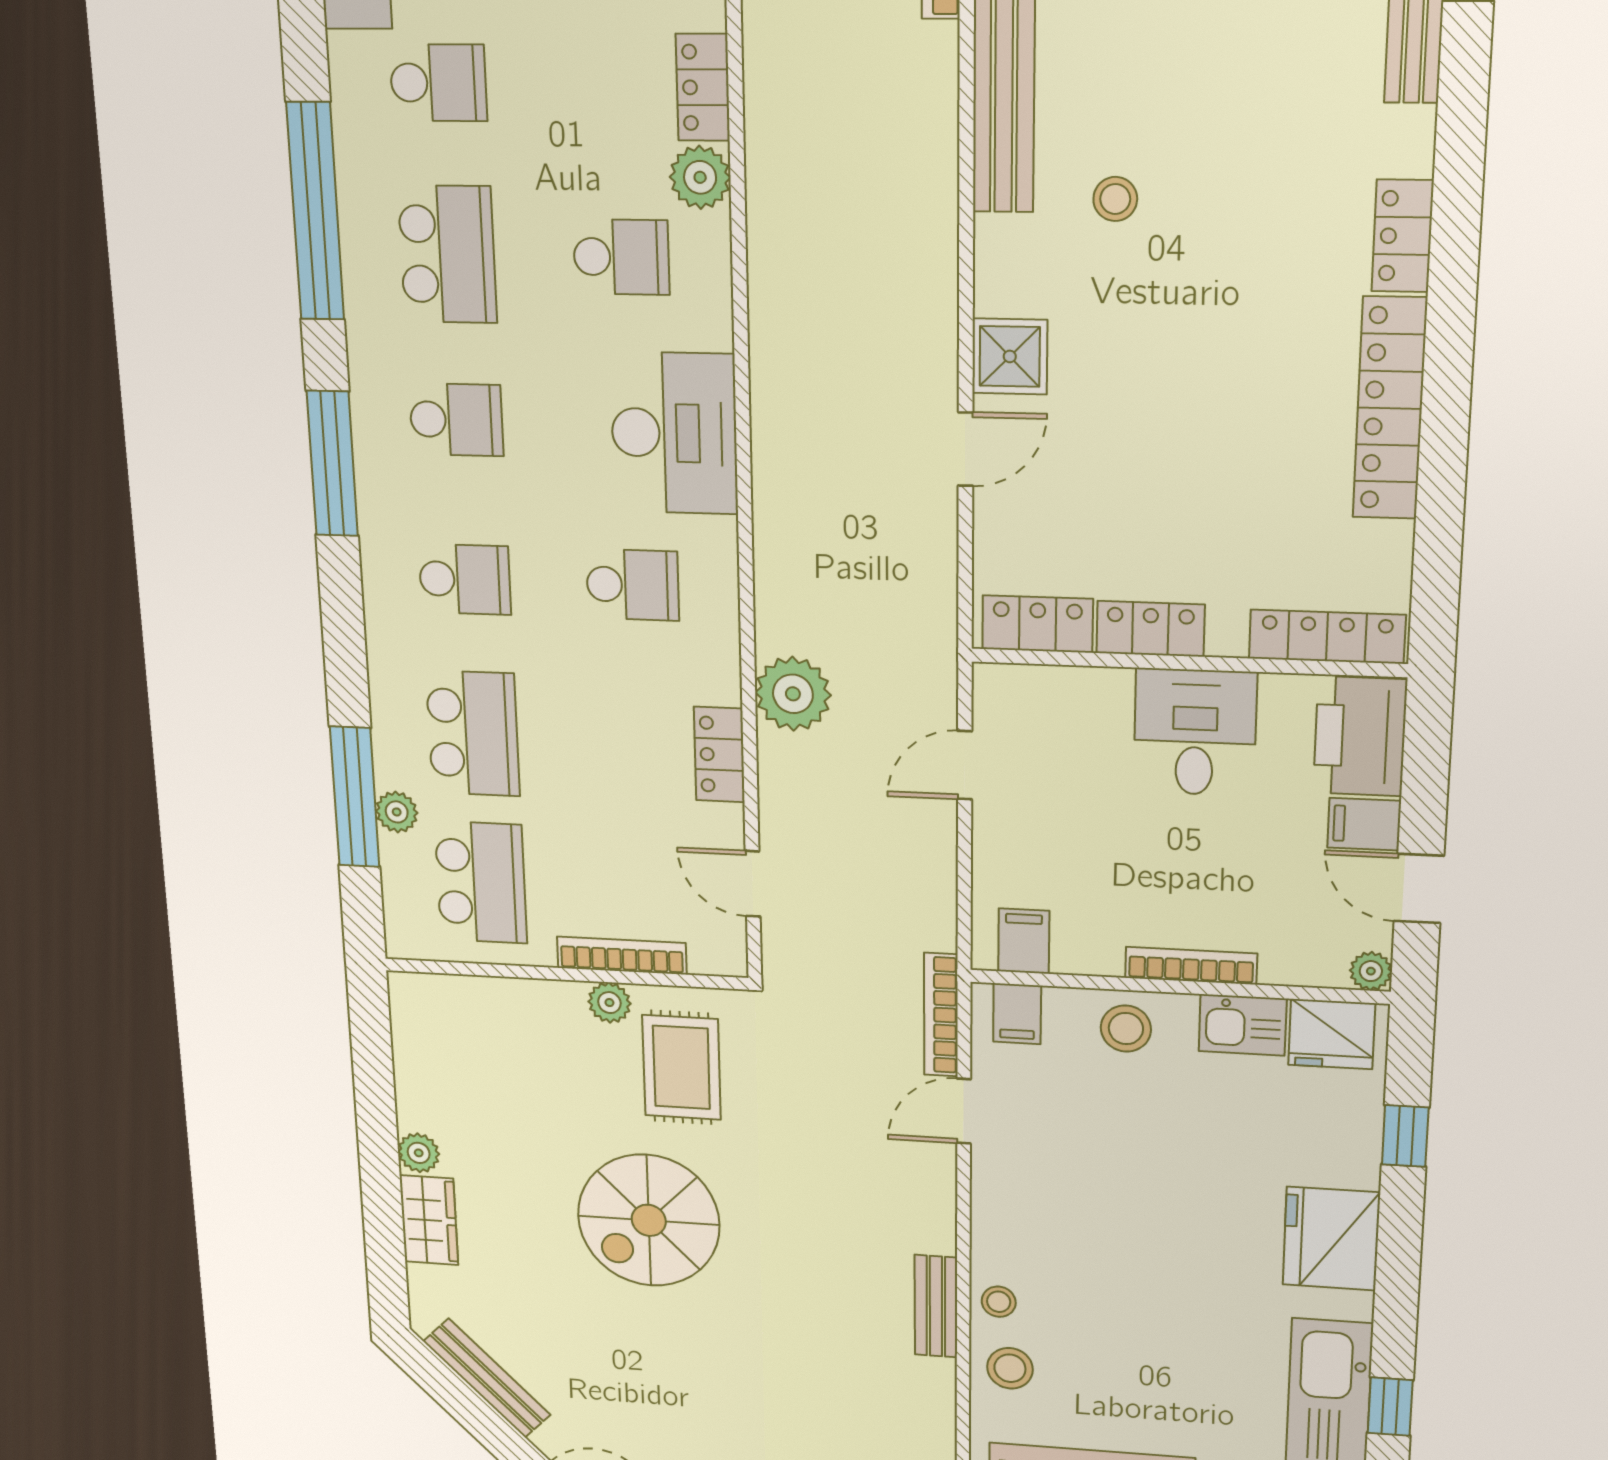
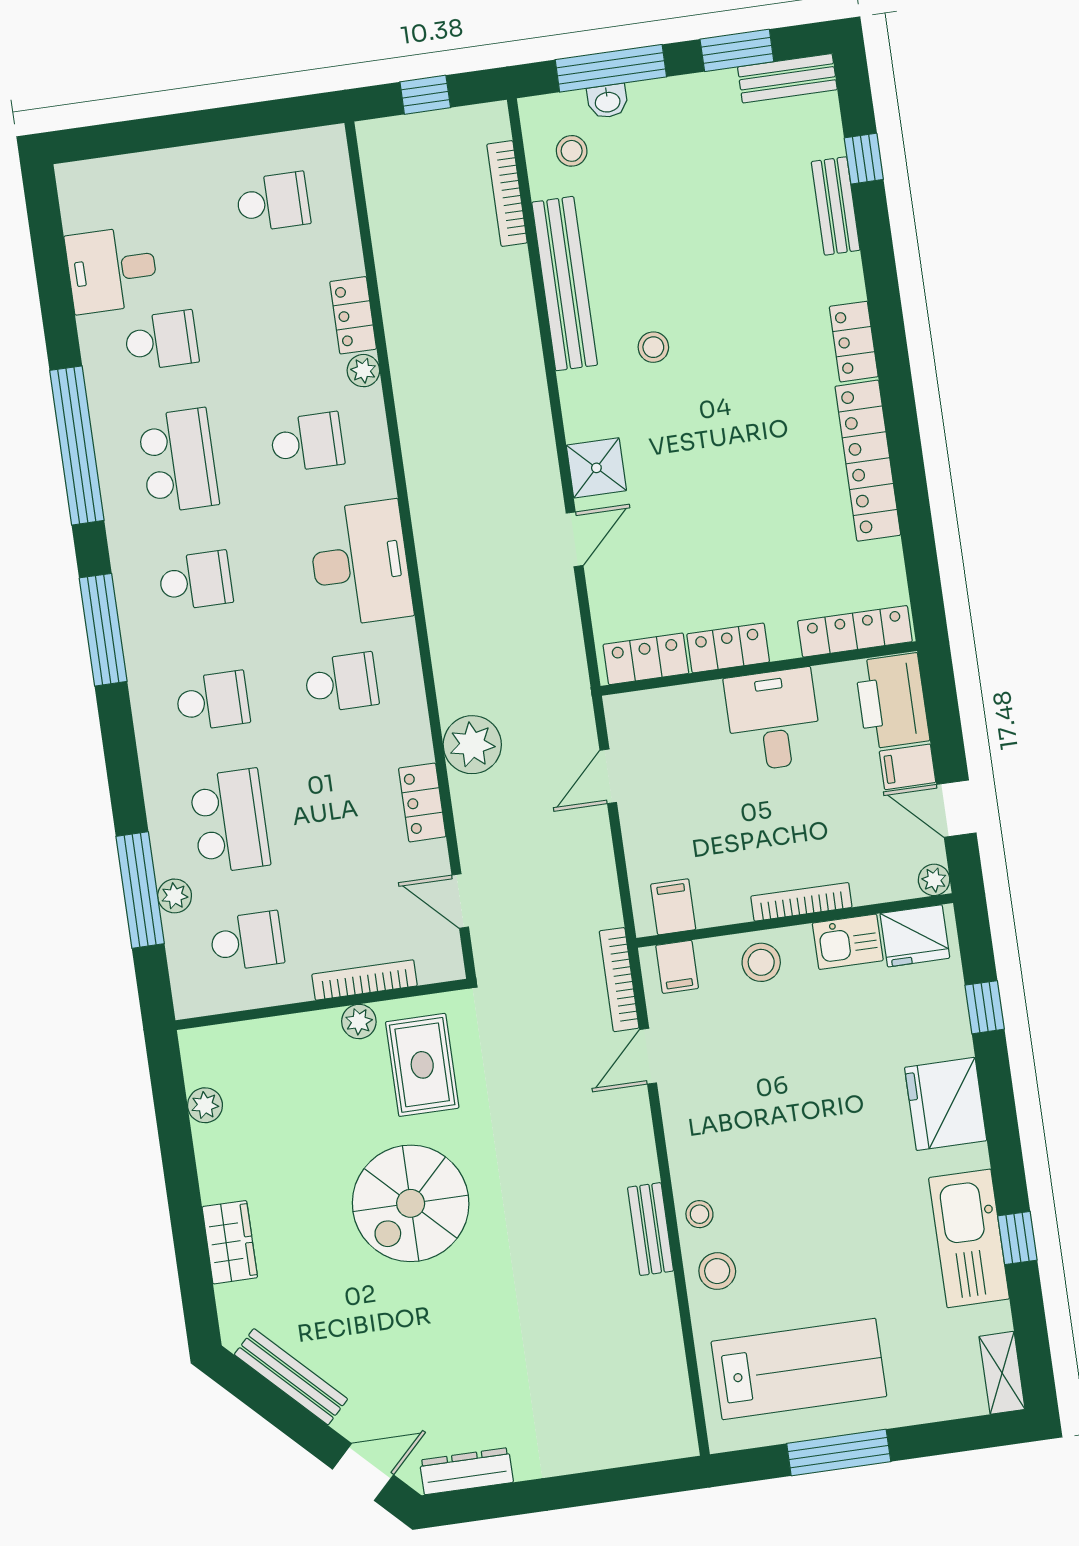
plant: (700, 177) -> (363, 371), width x0.73, depth x0.73
school desk: (481, 882) -> (247, 941), width x0.54
plant: (419, 1153) -> (205, 1105), moved

